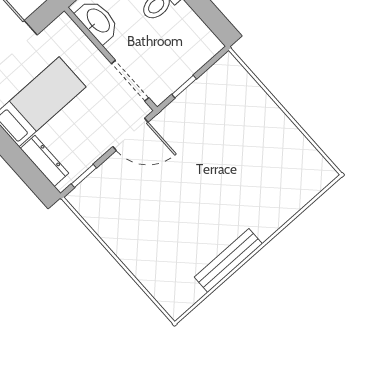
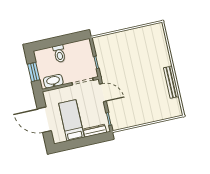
door: (130, 134) -> (103, 93), hinge flipped

